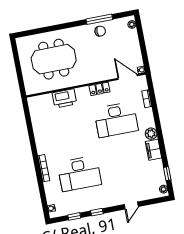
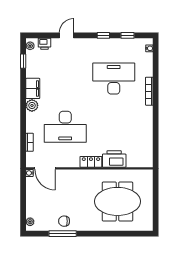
locker: (99, 89) -> (91, 162), moved
desk: (116, 120) -> (65, 127), turned 180
printer: (151, 194) -> (44, 44), added

